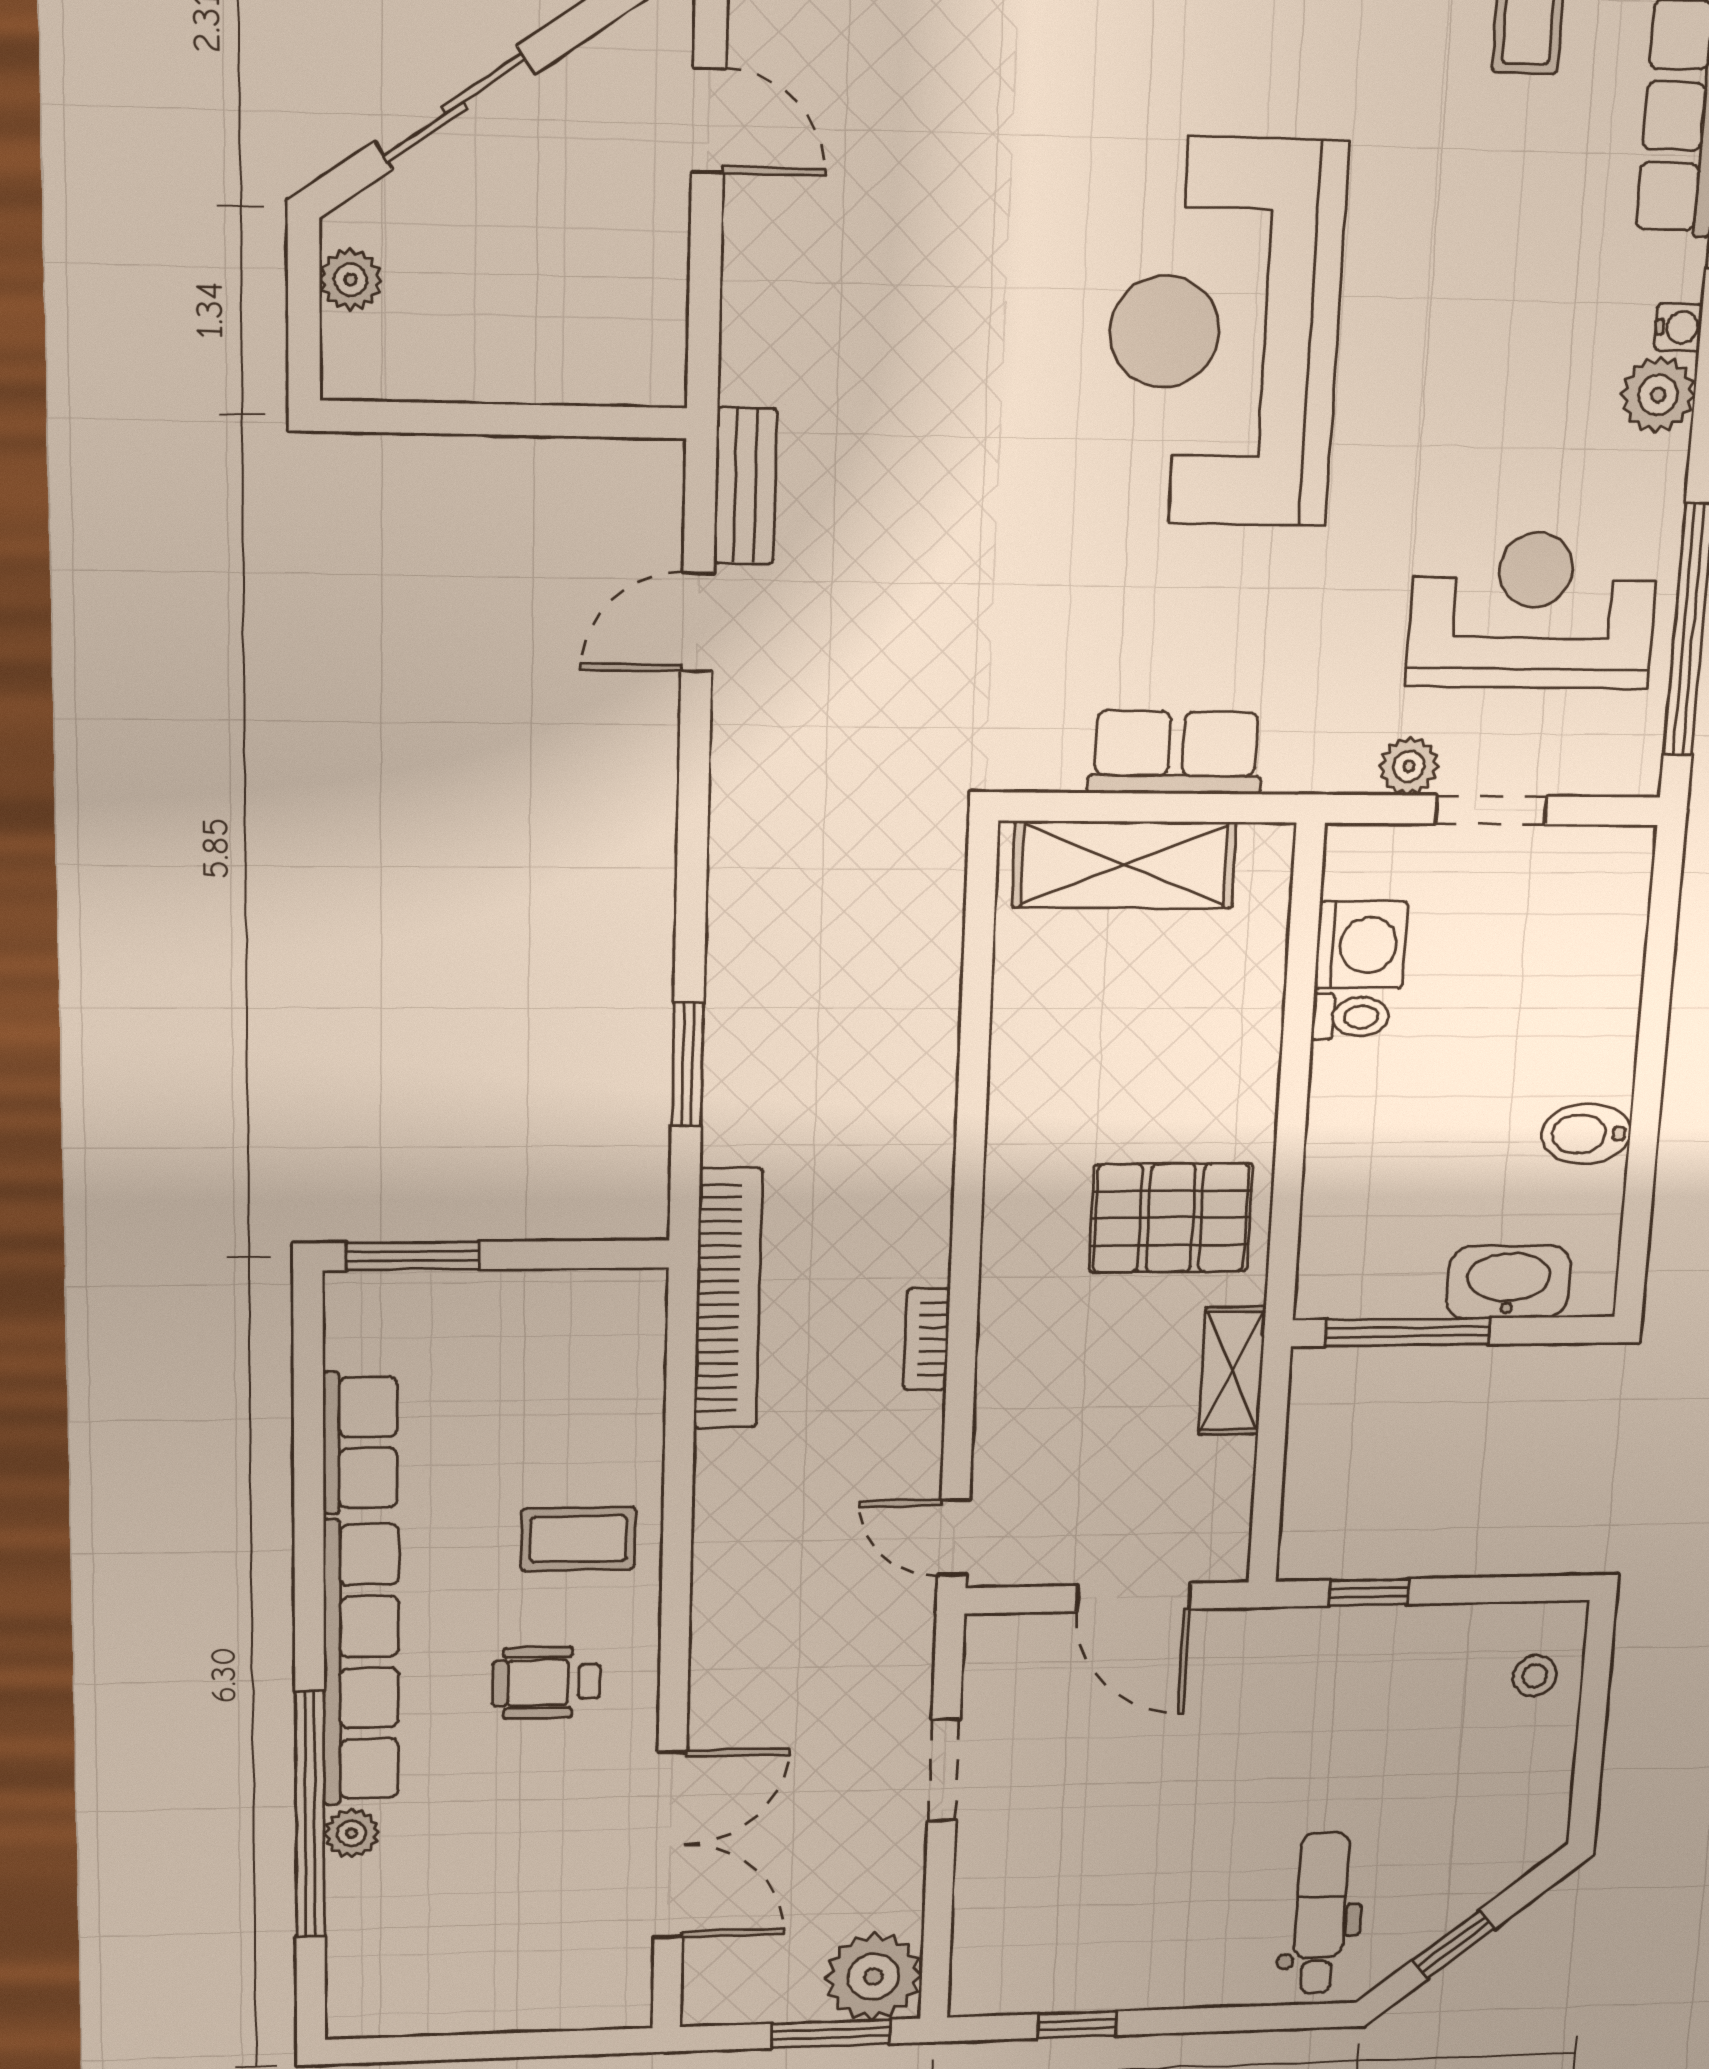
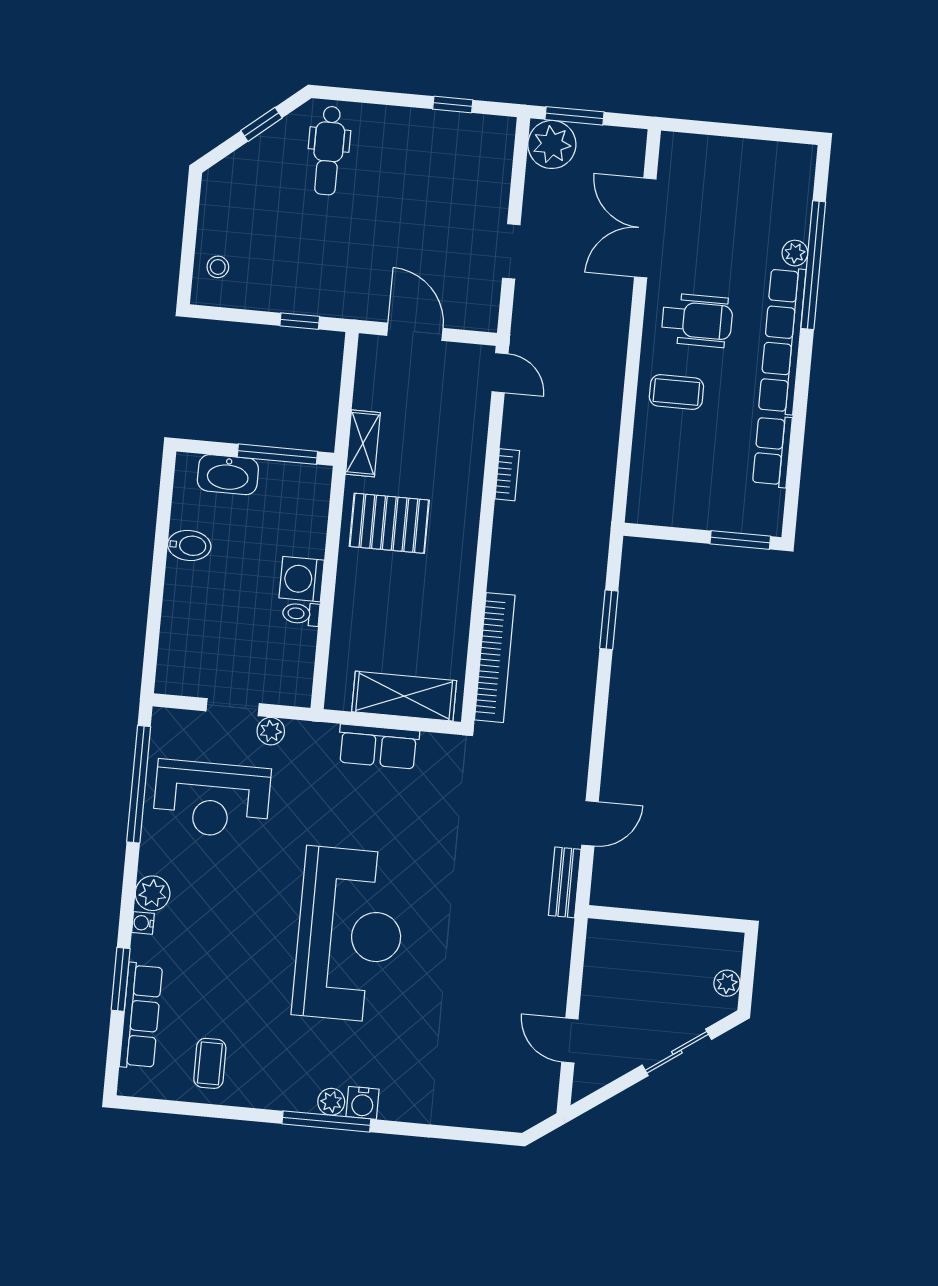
washing machine: (1361, 945) -> (302, 579), moved
bookcase: (728, 1299) -> (495, 658), moved, turned 180
wheelchair: (546, 1683) -> (697, 320), width x1.36, depth x1.37

